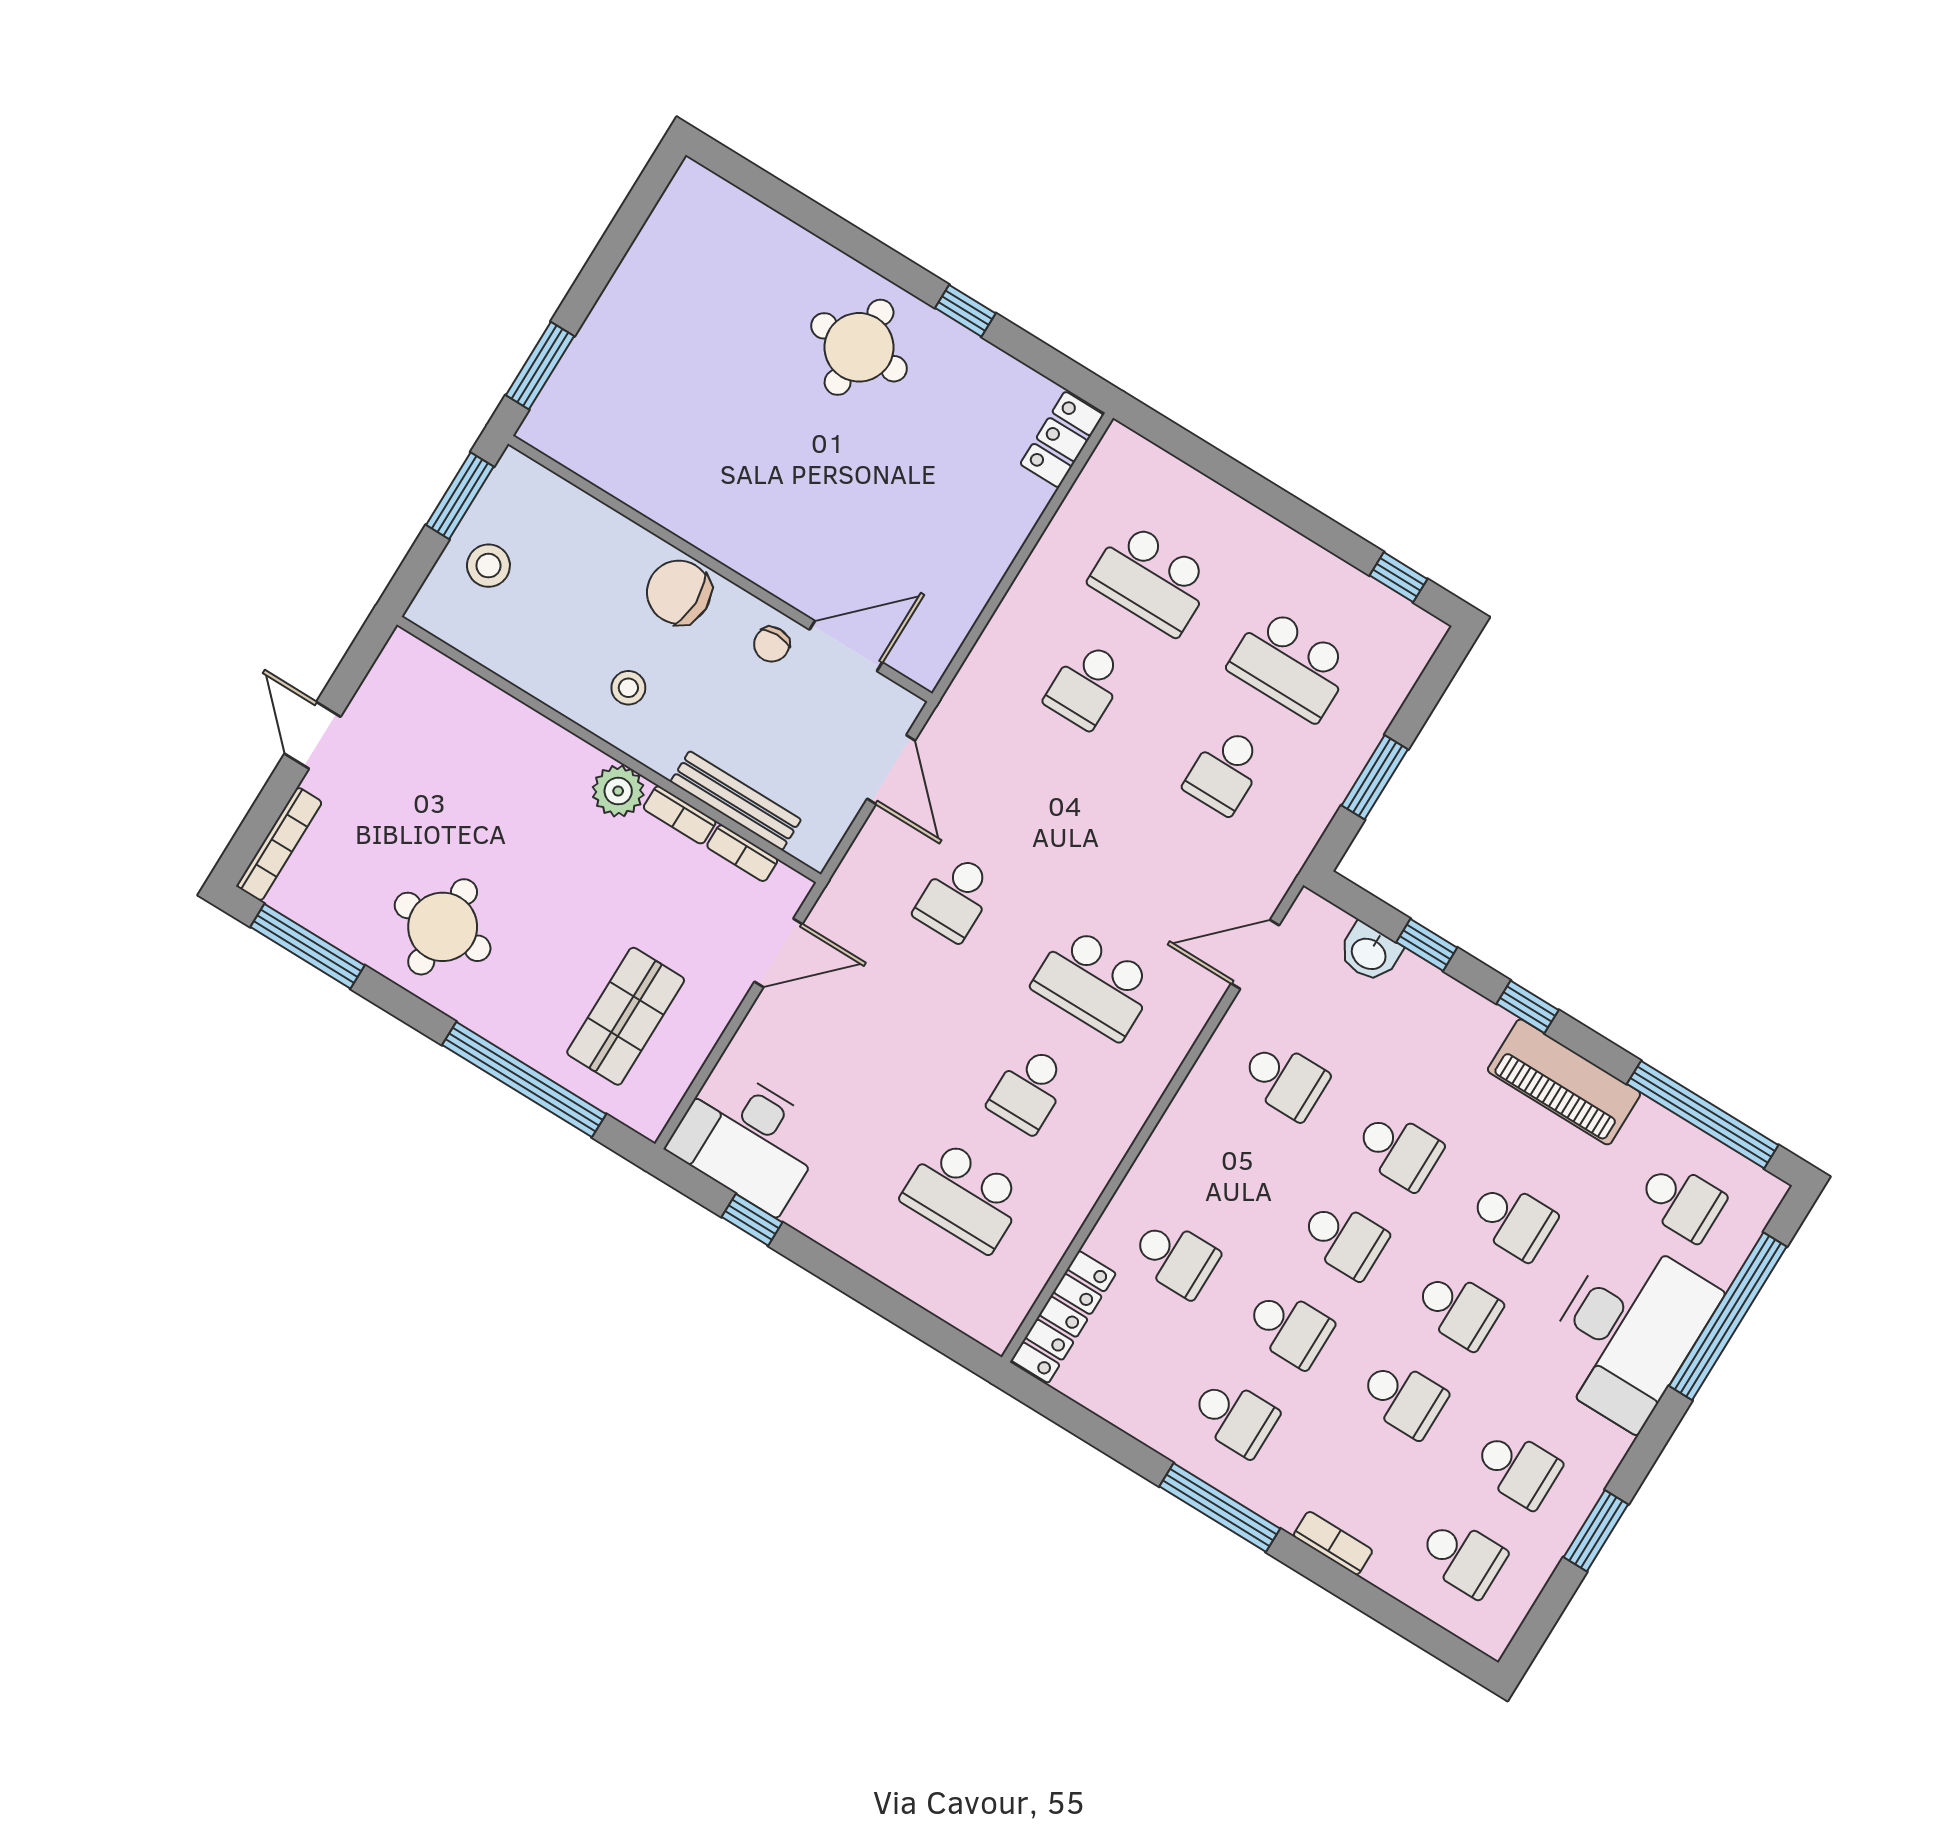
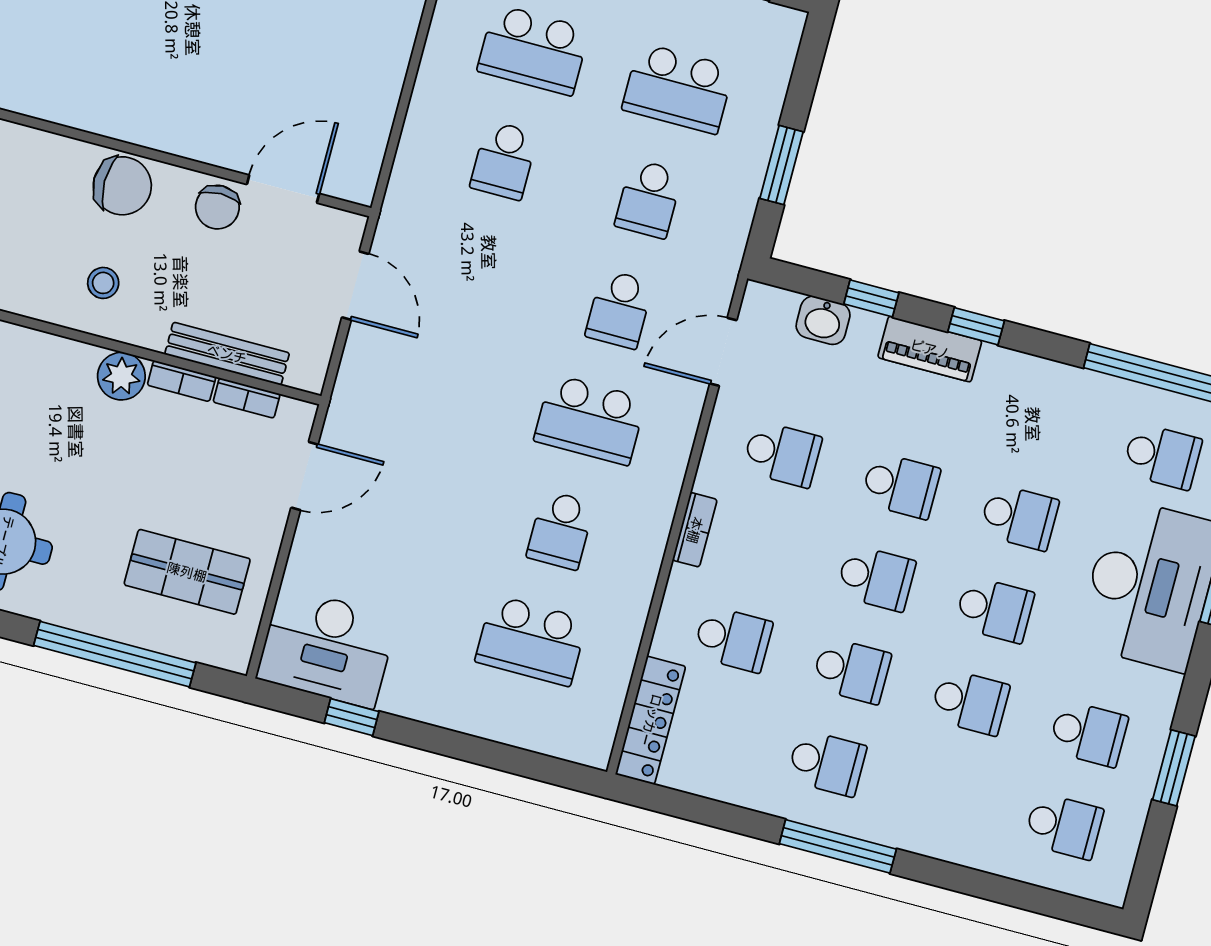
chair: (679, 592) -> (122, 186), turned 180
chair: (772, 644) -> (217, 207), width x1.37, depth x1.37
school desk: (955, 898) -> (619, 309), moved
shop shelf: (626, 1016) -> (187, 572), turned 90
piano: (1564, 1082) -> (930, 349), moved, width x0.73, depth x0.75
bookcase: (1333, 1543) -> (695, 530), moved, turned 90

